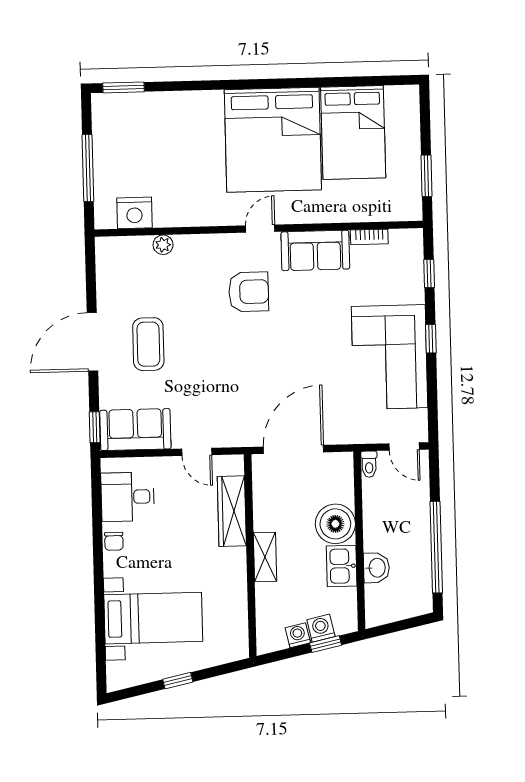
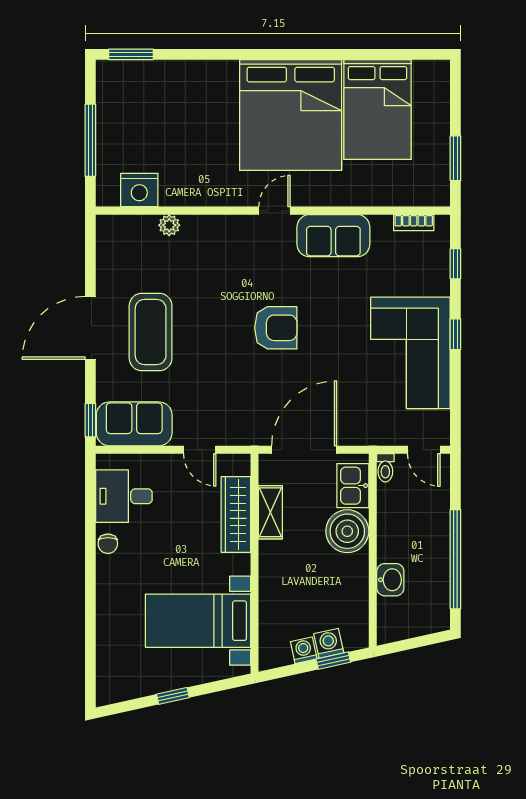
bookcase: (369, 237) -> (414, 223), moved
armchair: (249, 292) -> (276, 328), moved
coffee table: (148, 344) -> (151, 332), width x1.36, depth x1.32
shelving: (265, 557) -> (270, 512), moved
kitchen sink: (342, 566) -> (353, 486), moved
bed with nightstands: (153, 618) -> (198, 621), moved, turned 180

